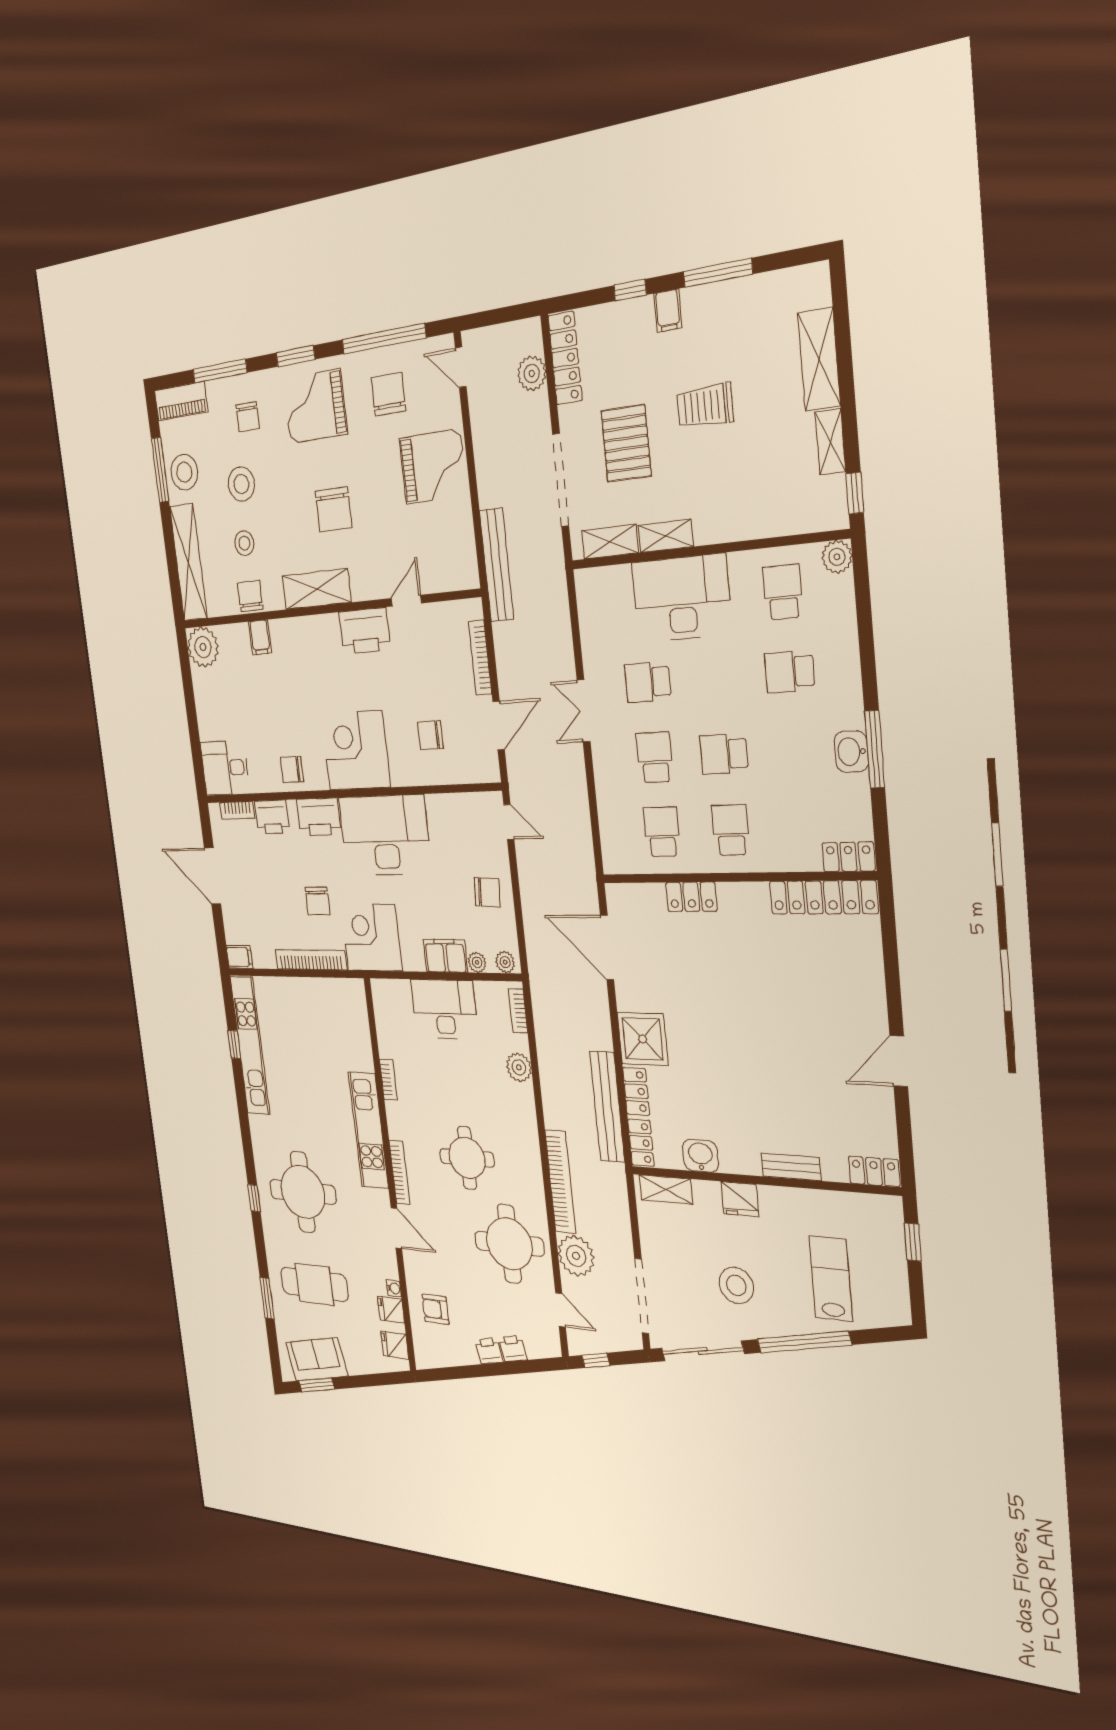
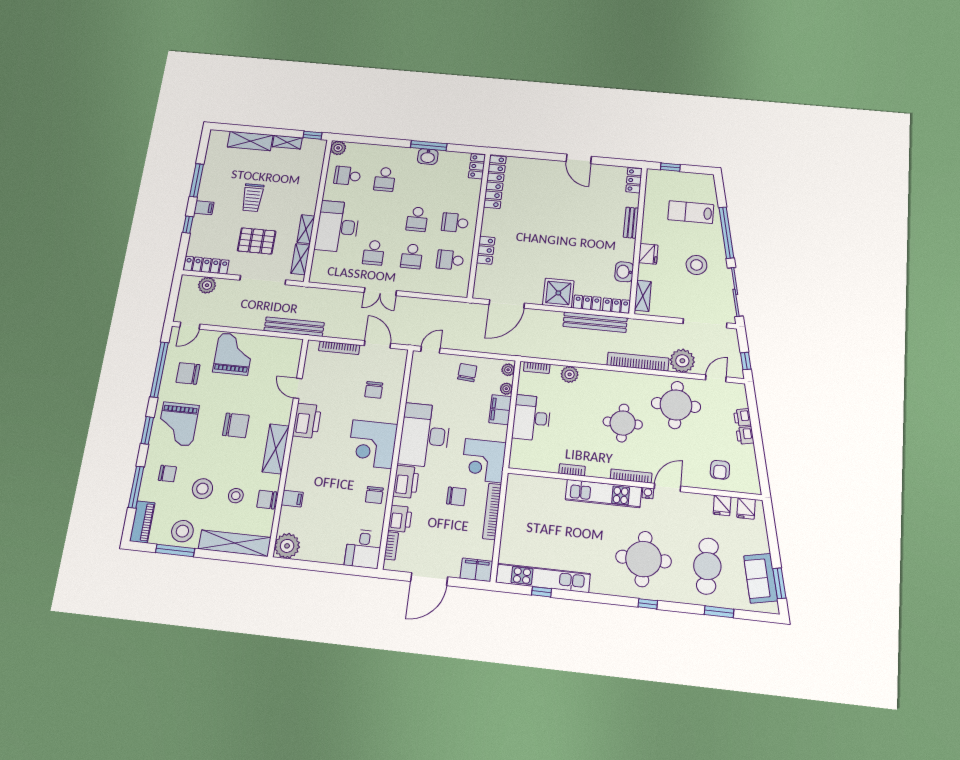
school desk: (655, 757) -> (412, 256), turned -90
filing cabinet: (239, 957) -> (476, 570), width x2.00
water cooler: (394, 1288) -> (648, 493), moved

